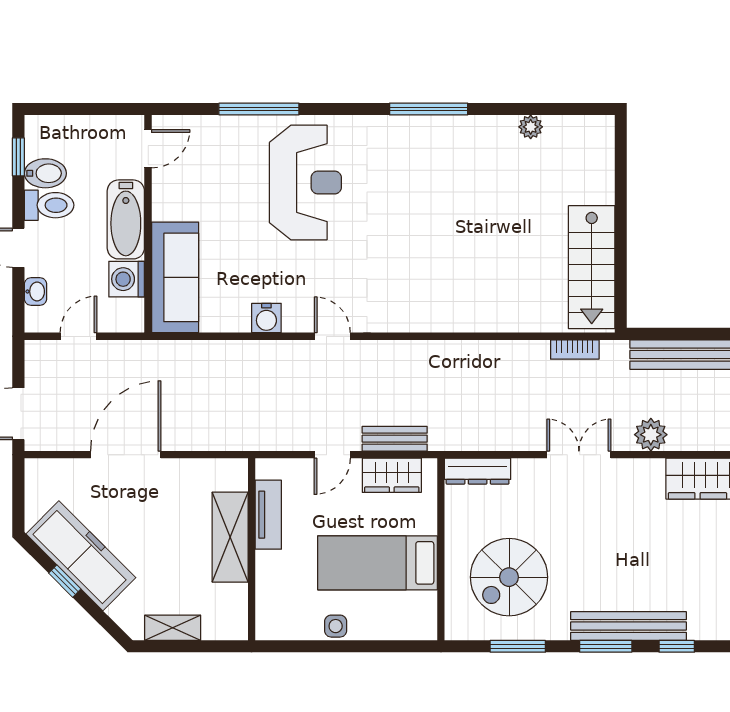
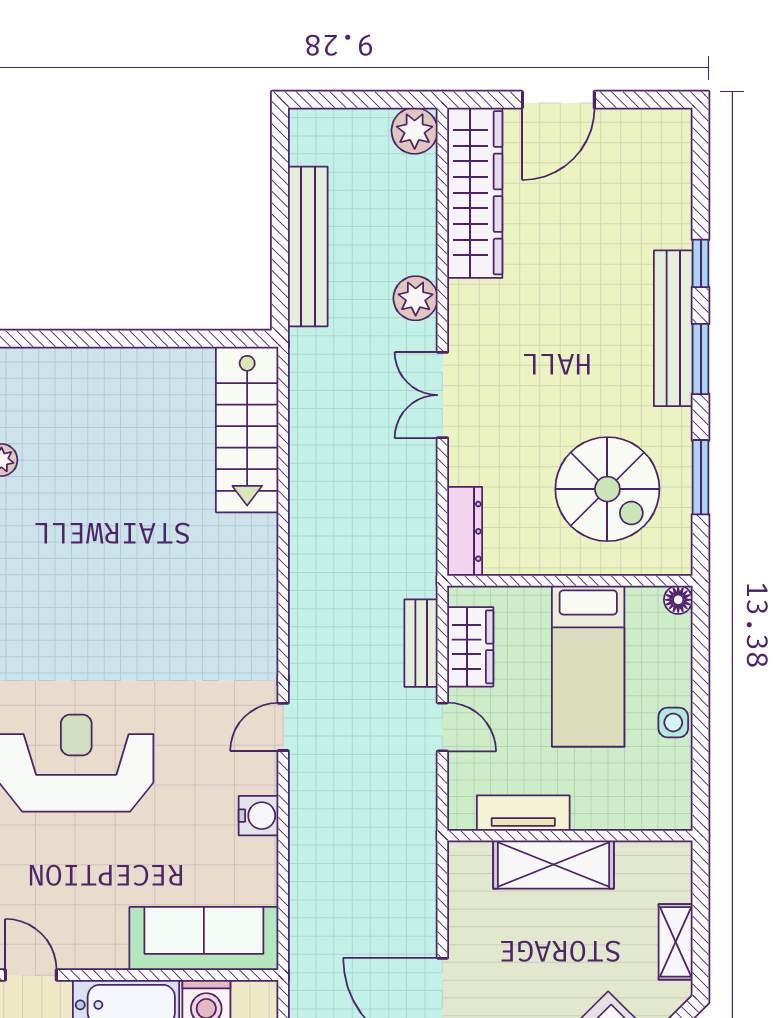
stairs: (592, 267) -> (247, 429), moved, turned 90
bookcase: (575, 350) -> (301, 401), removed
floor lamp: (427, 630) -> (678, 600), added

